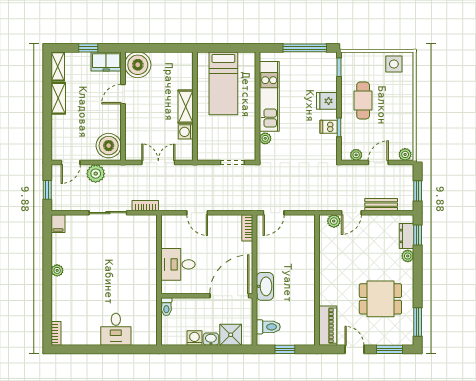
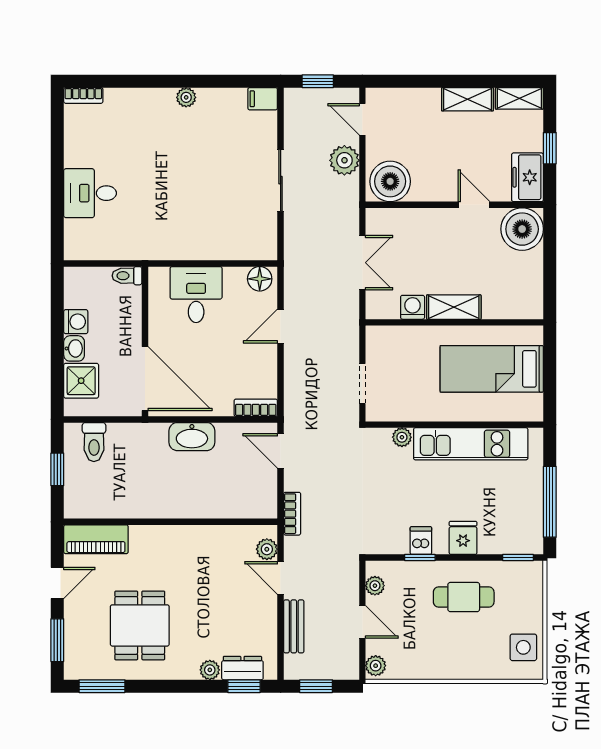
bookcase: (145, 206) -> (292, 514), moved
floor lamp: (168, 225) -> (260, 279), added
washbasin: (265, 286) -> (192, 437), moved

